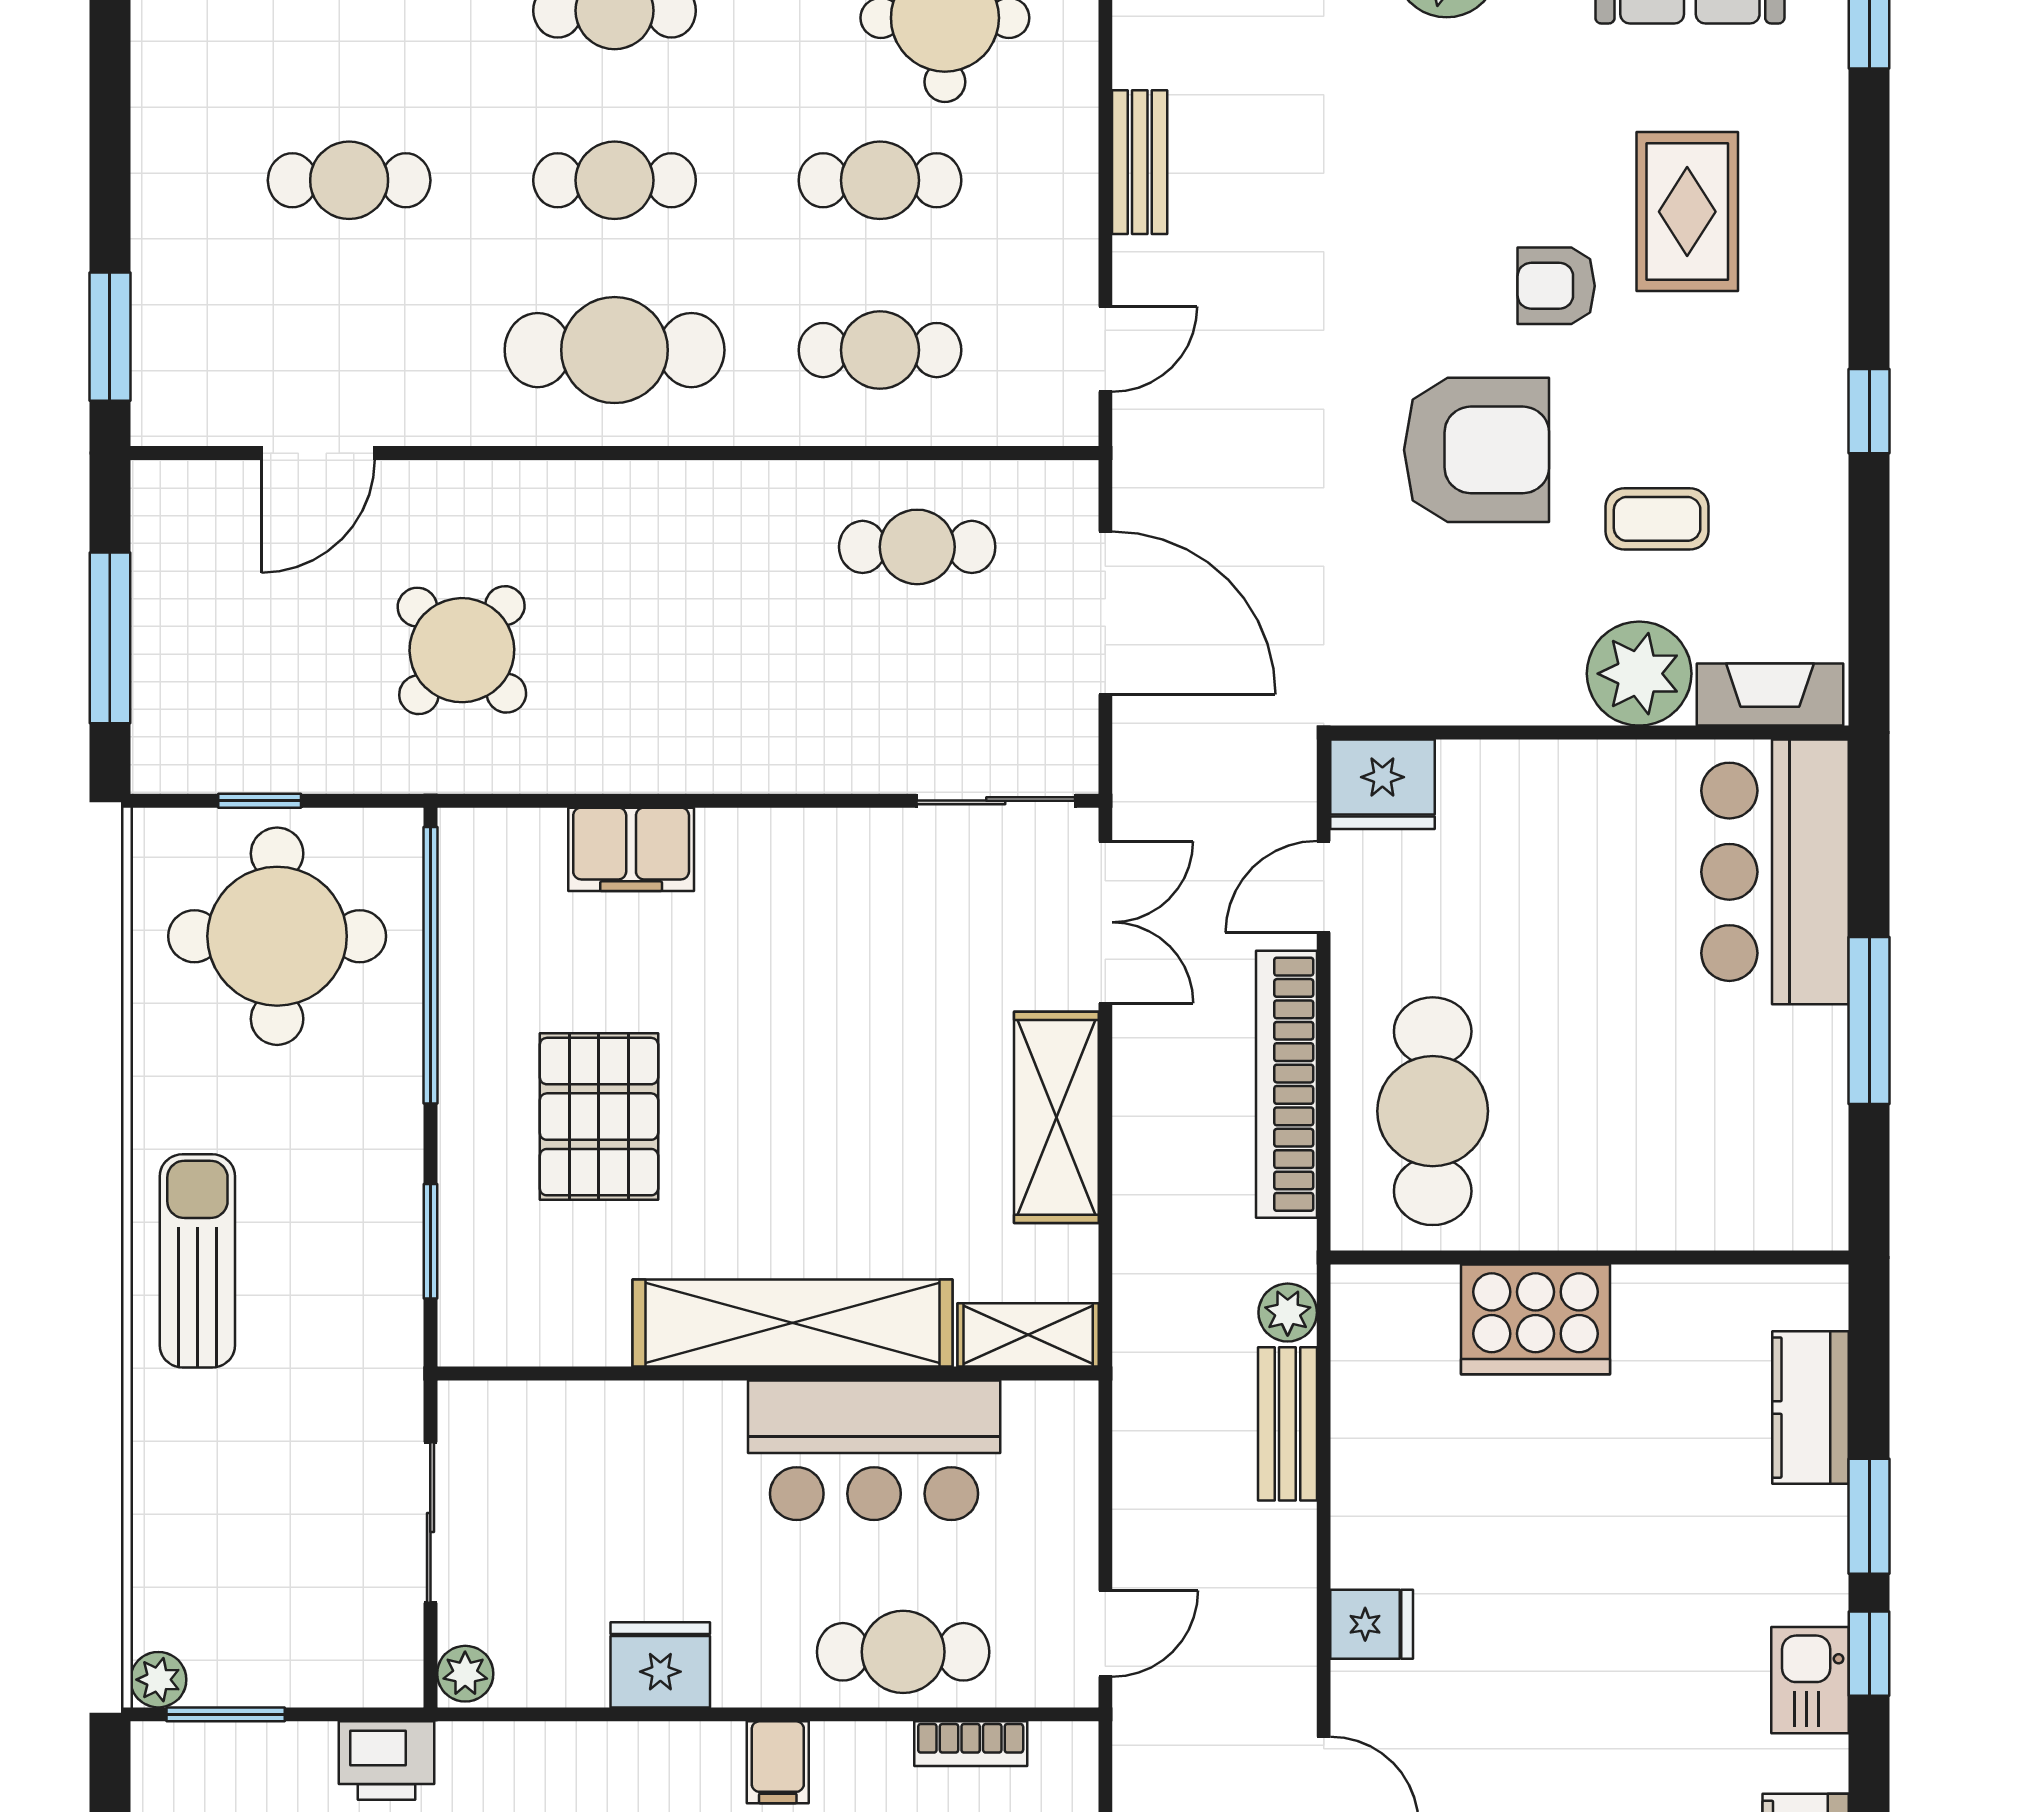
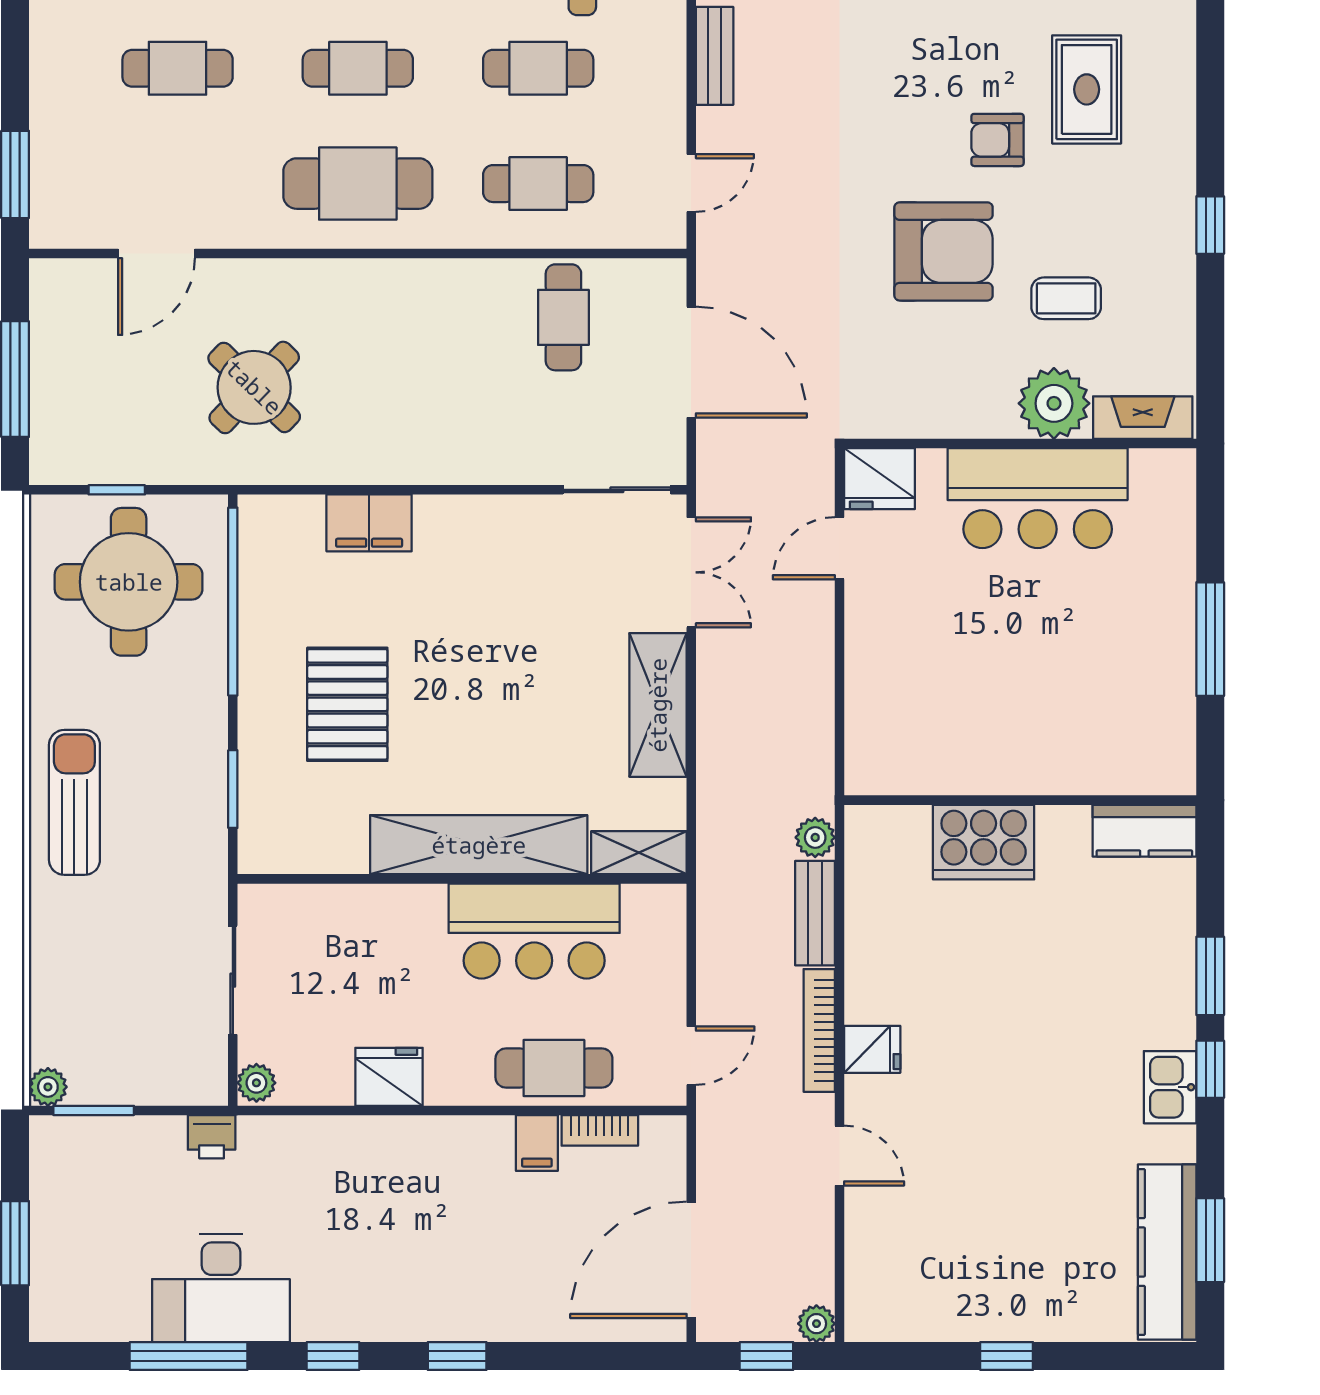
cafe table: (917, 547) -> (563, 317), turned 90
bar counter: (1775, 872) -> (1038, 498), moved, turned -90
bookcase: (1286, 1084) -> (819, 1030), moved, width x0.68, depth x0.76
cafe table: (1433, 1111) -> (914, 701), removed
kitchen counter: (1810, 1408) -> (1144, 831), moved, turned -90
printer: (387, 1761) -> (212, 1137), width x0.73, depth x0.81
filing cabinet: (778, 1762) -> (537, 1143), moved

